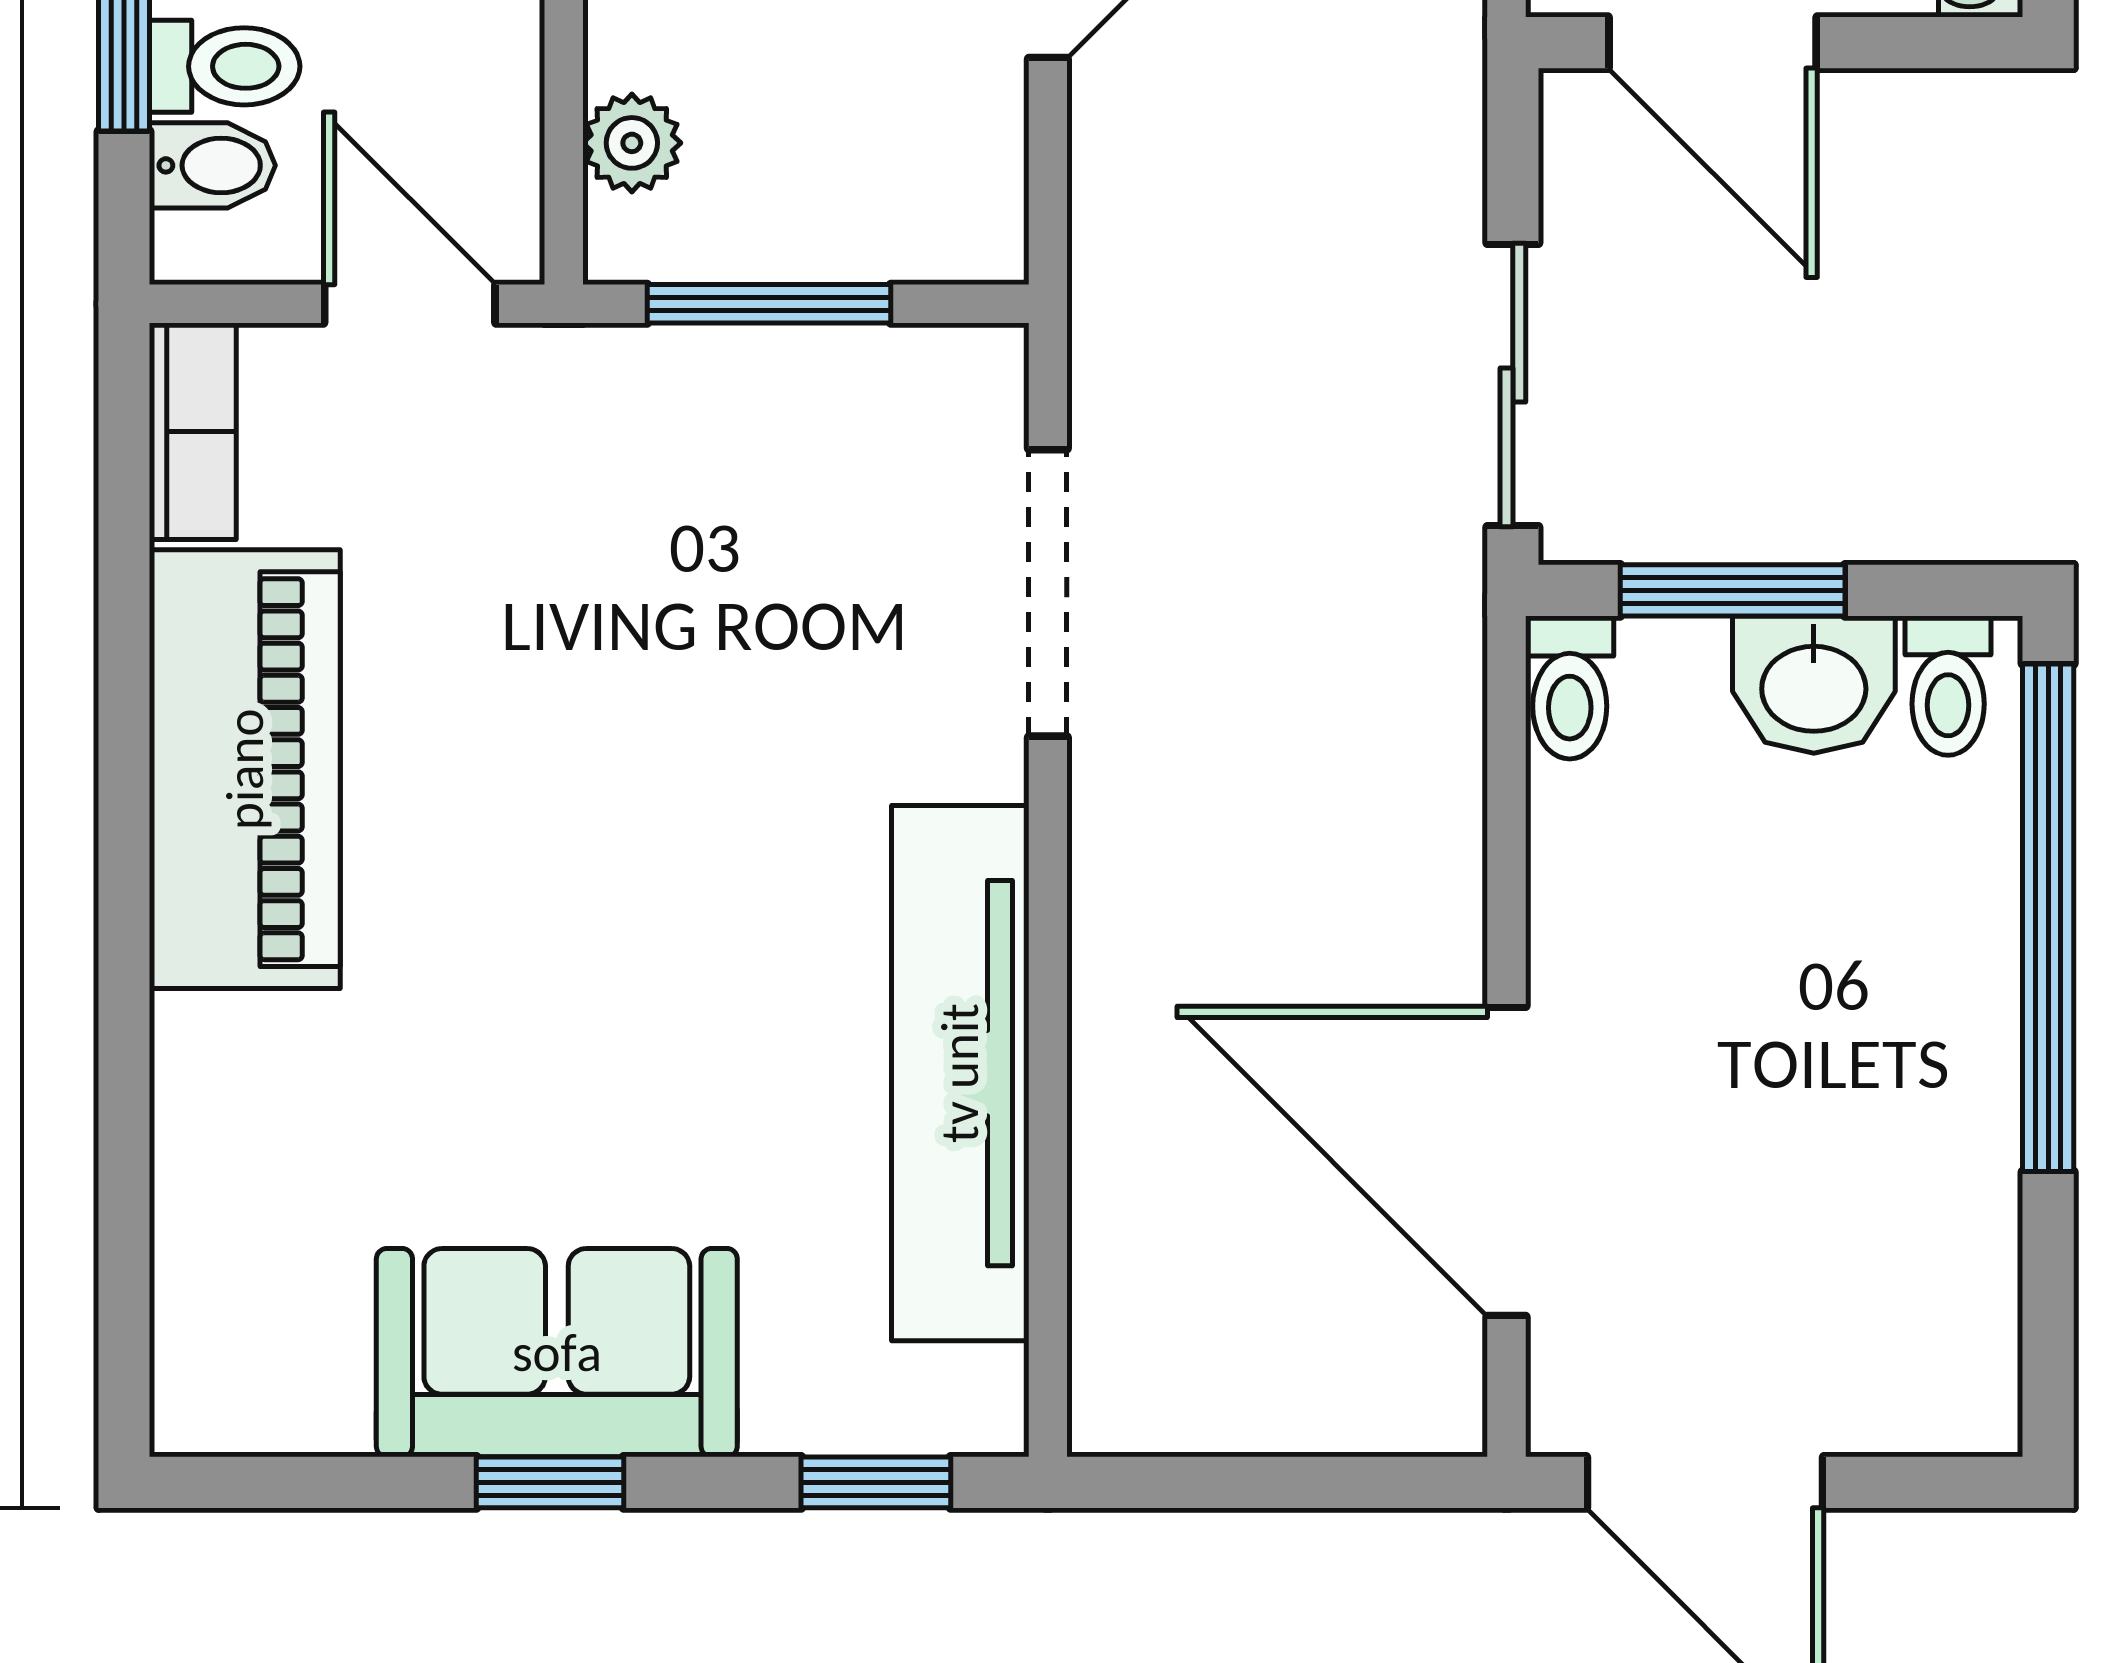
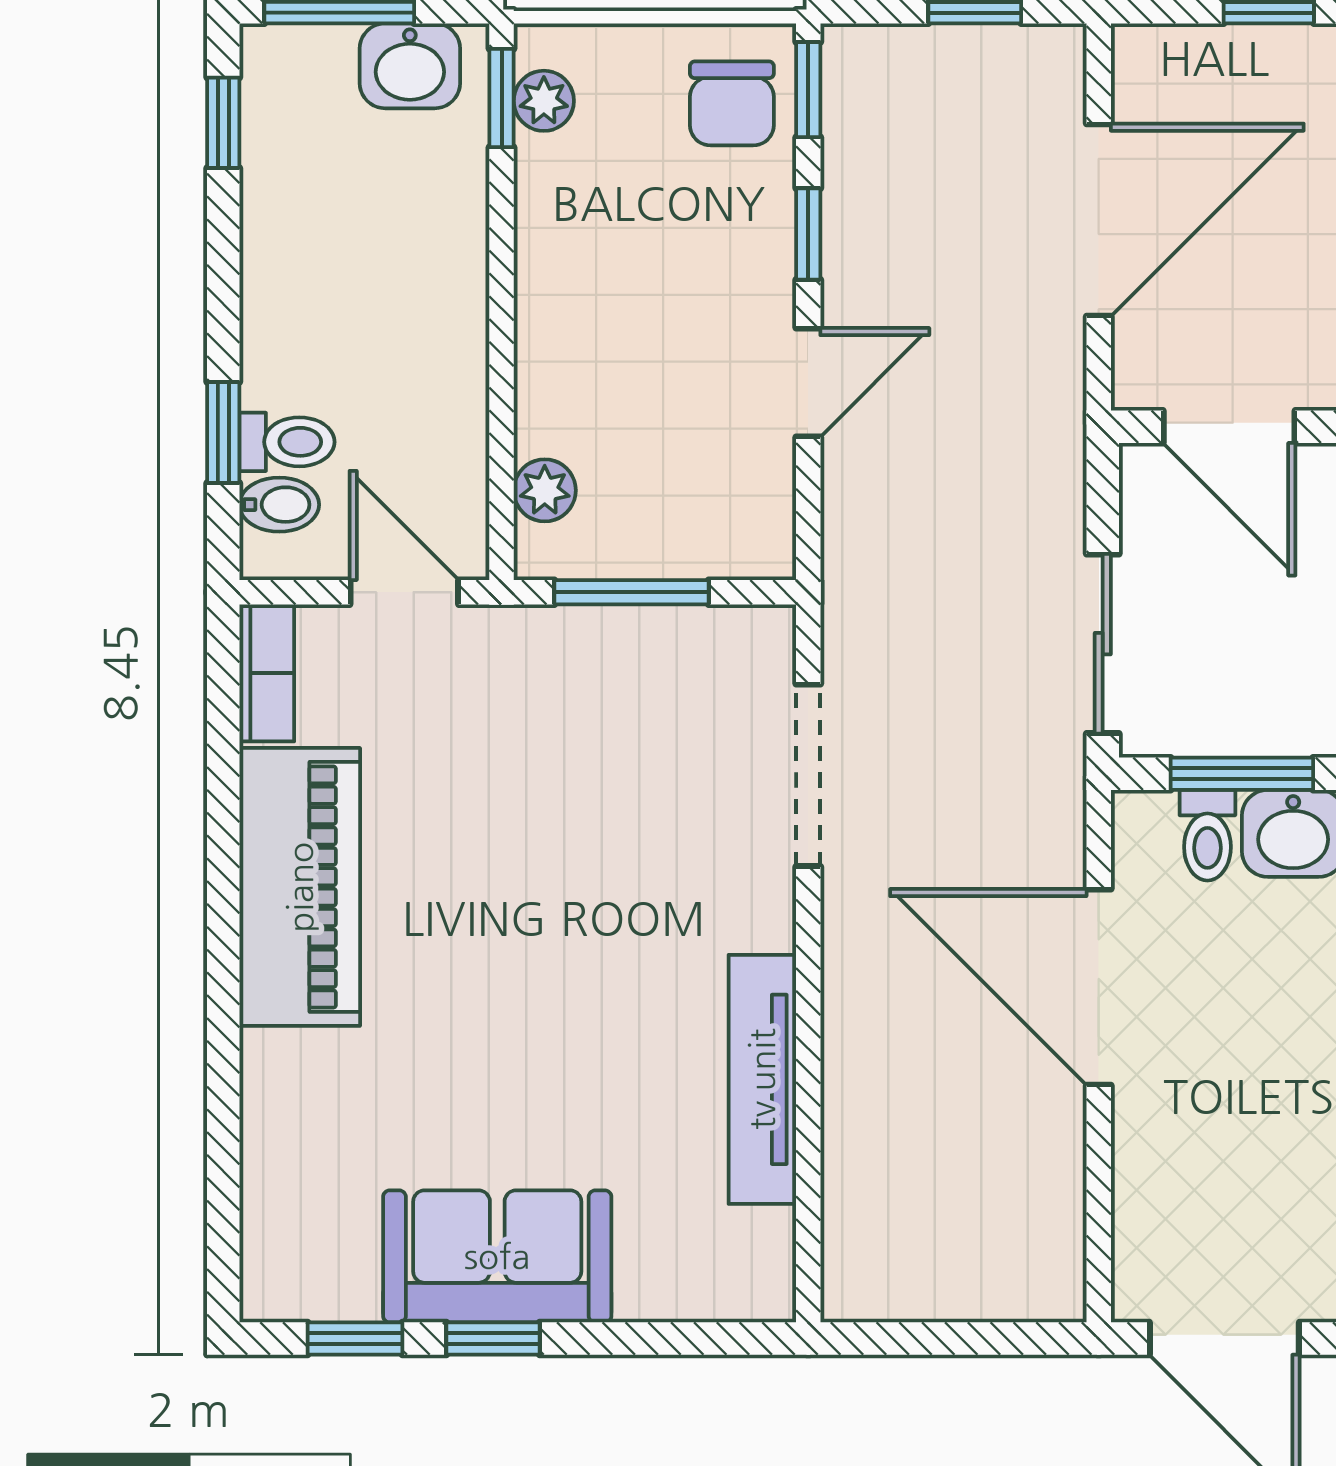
toilet: (1570, 688) -> (1207, 835), moved
tv unit: (960, 1073) -> (762, 1079), width x0.73, depth x0.78
door: (1507, 1161) -> (1099, 987), moved
window: (876, 1482) -> (355, 1339), moved

